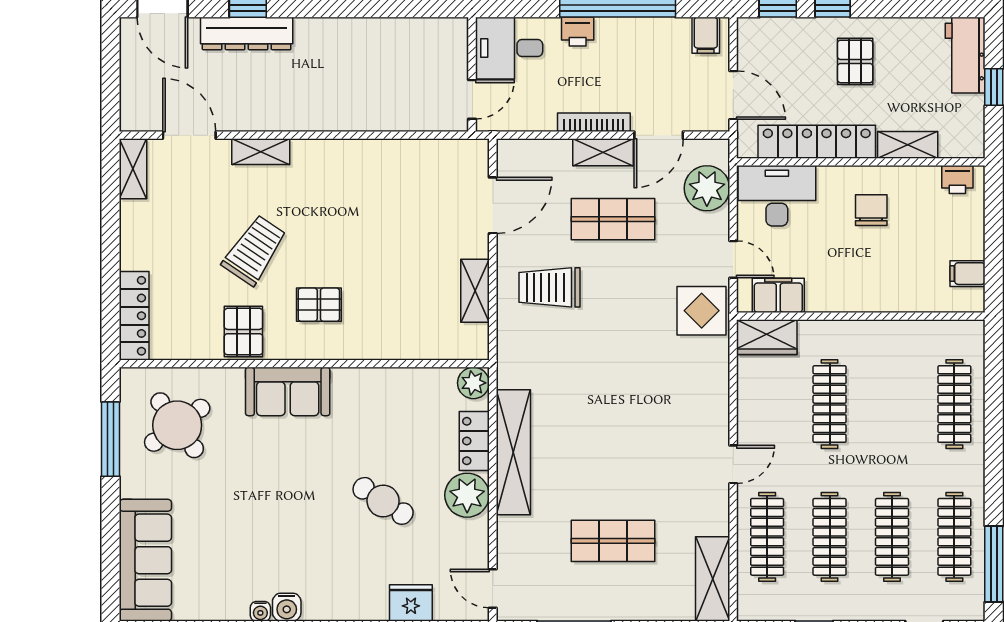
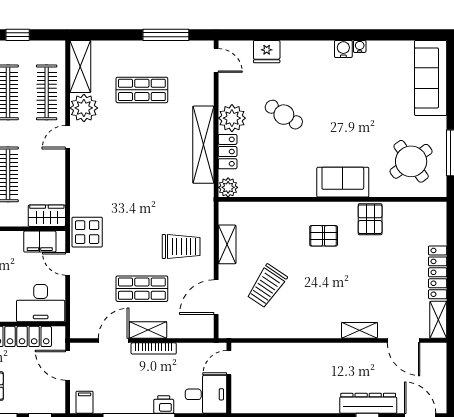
plant: (707, 188) -> (84, 108), moved
trolley: (254, 250) -> (267, 286), moved
locker: (134, 316) -> (438, 272), moved

